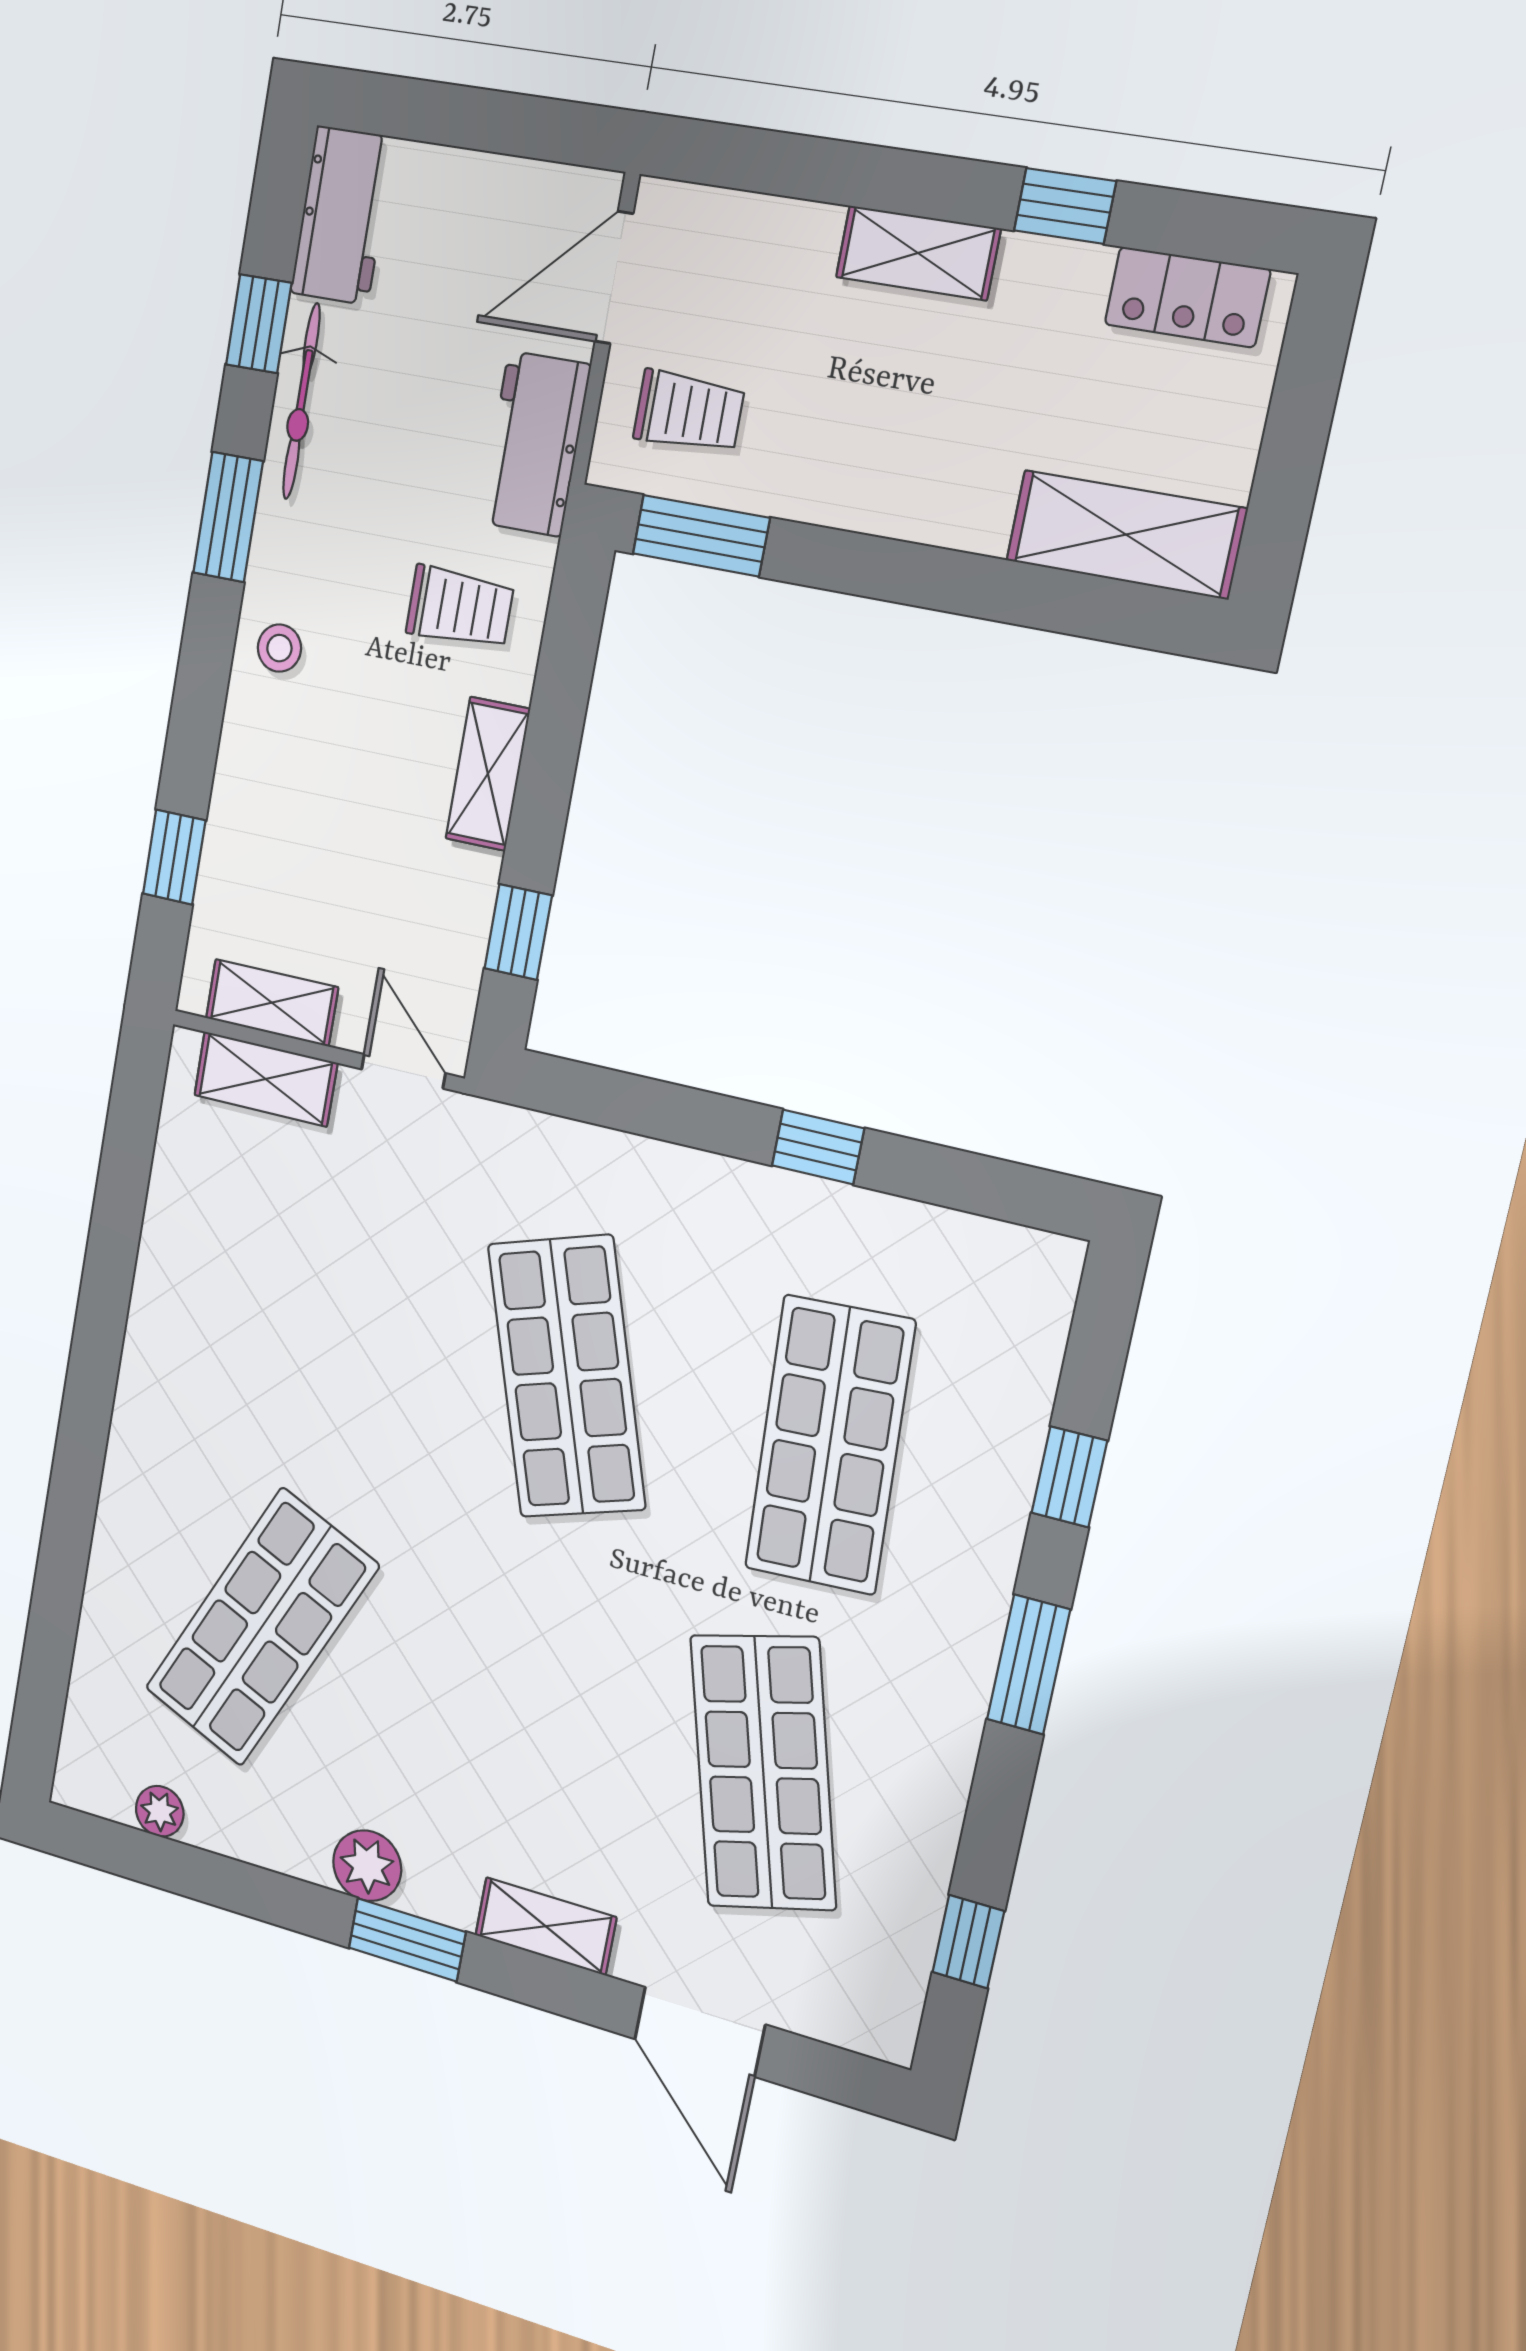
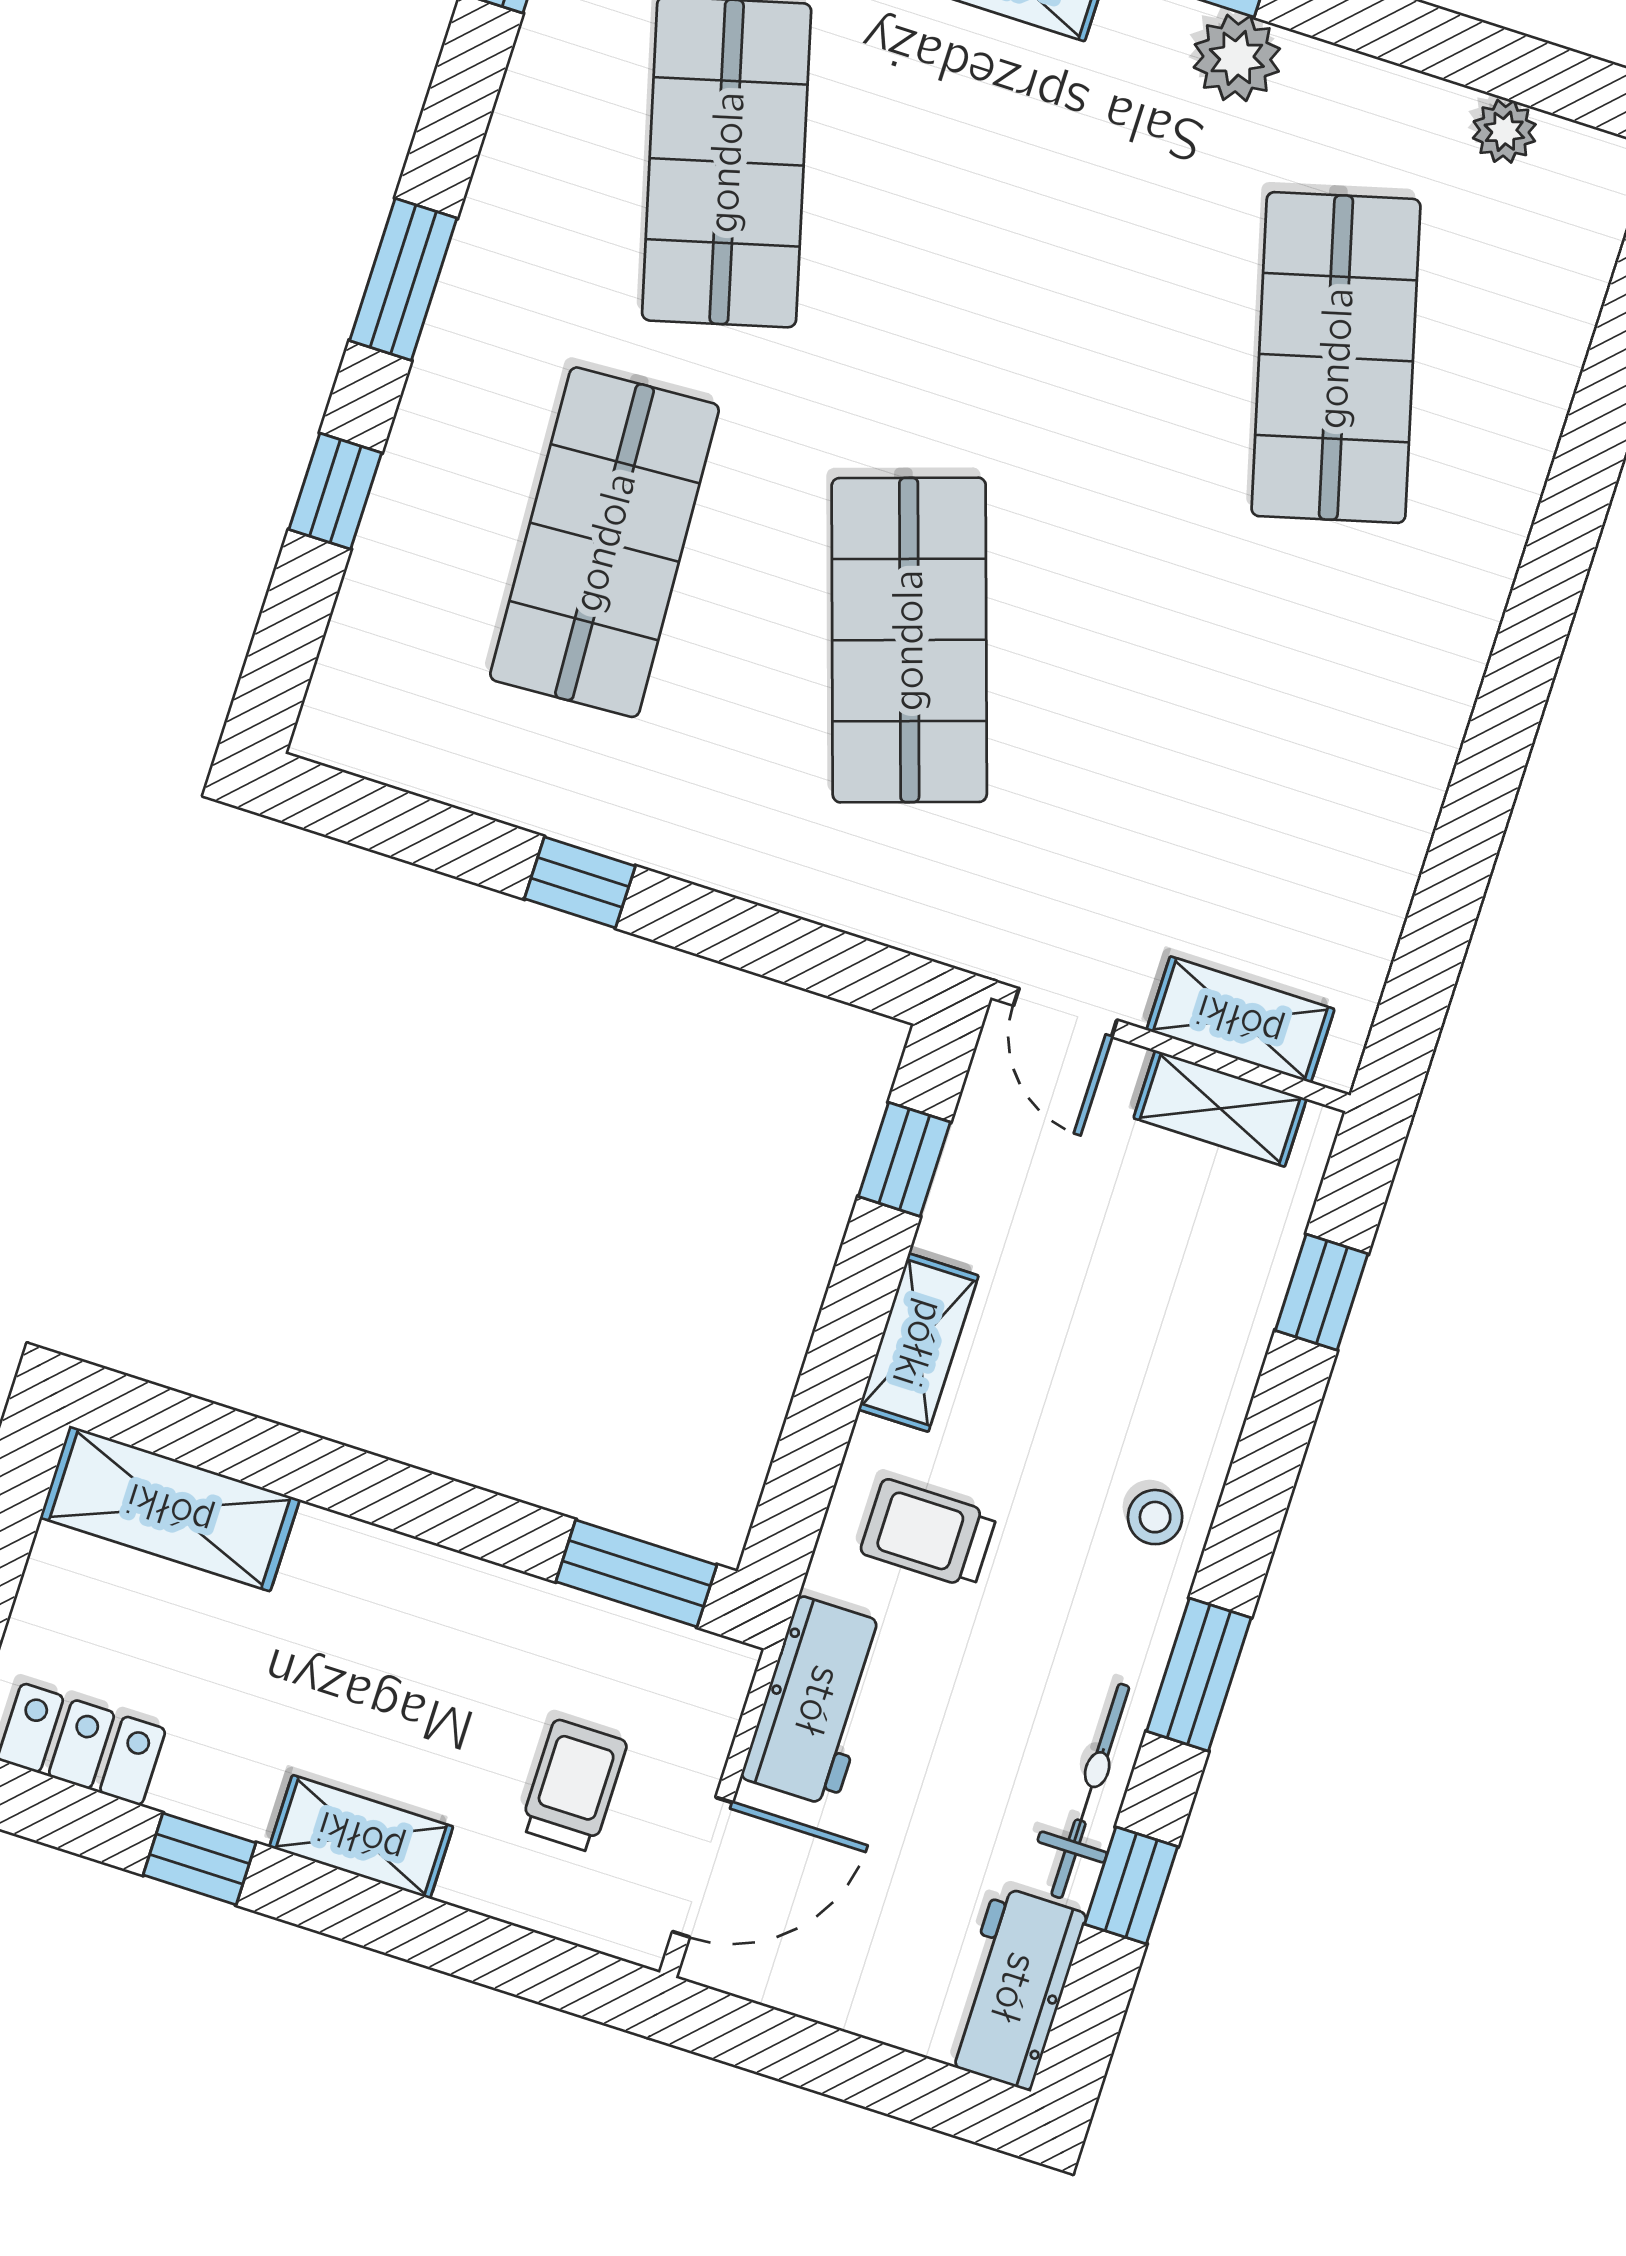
trolley: (689, 412) -> (574, 1786), moved, turned 90
shop shelf: (261, 1627) -> (1336, 358), turned -39

